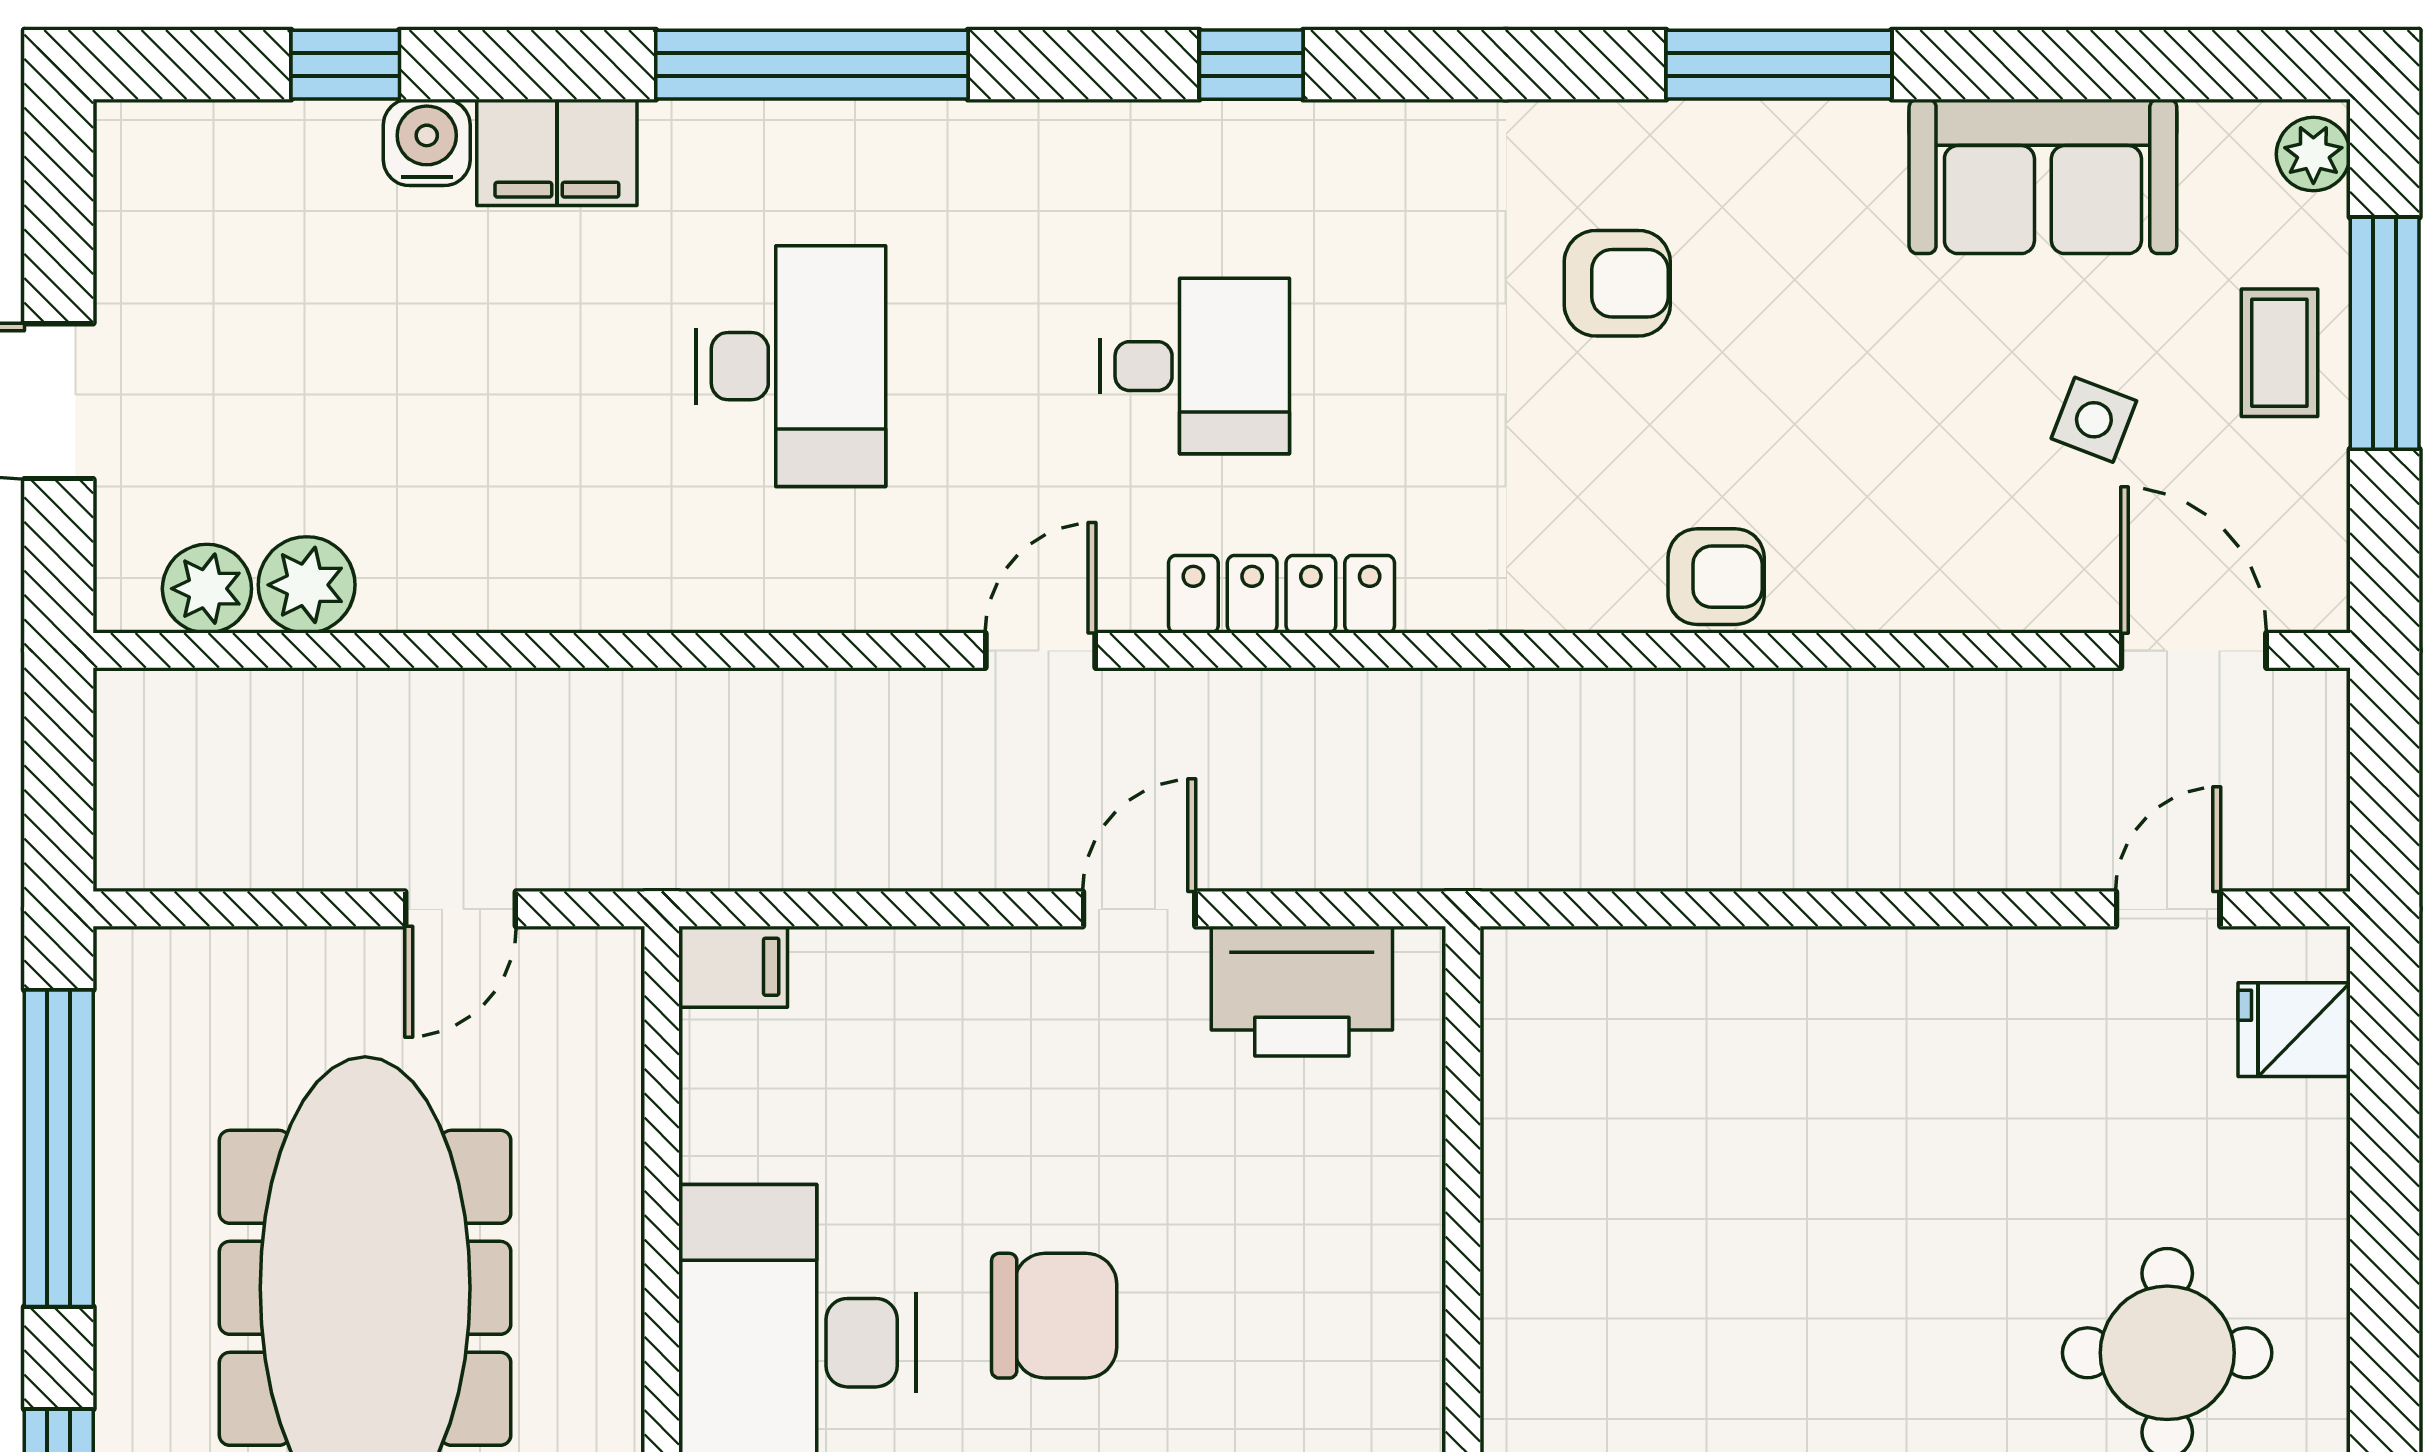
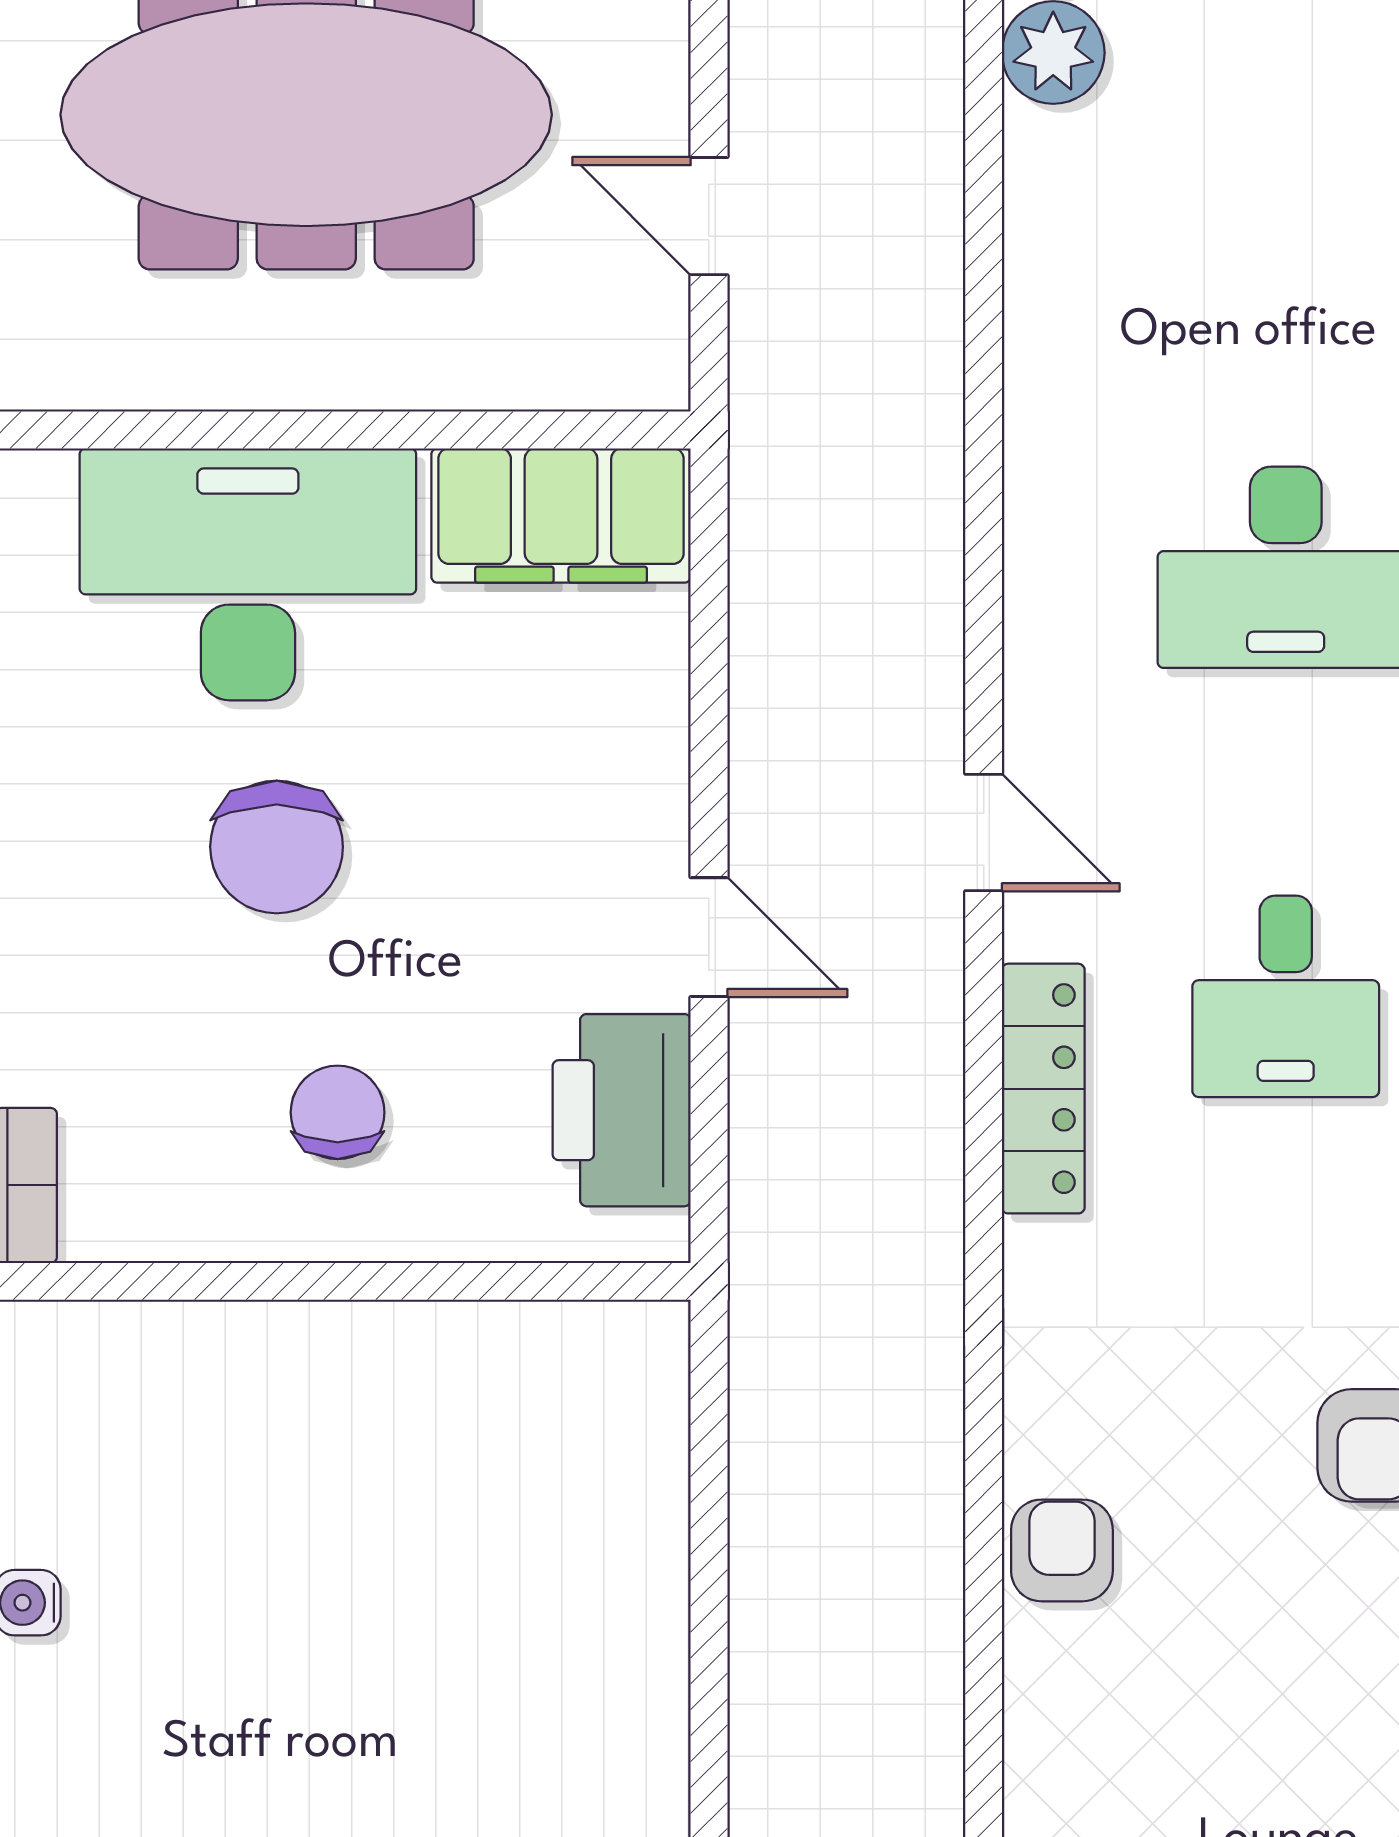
armchair: (1716, 577) -> (1062, 1550), turned 180
filing cabinet: (733, 967) -> (561, 515), width x3.00, depth x1.17
chair: (1304, 1258) -> (338, 1112), added

